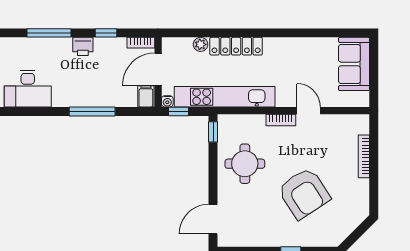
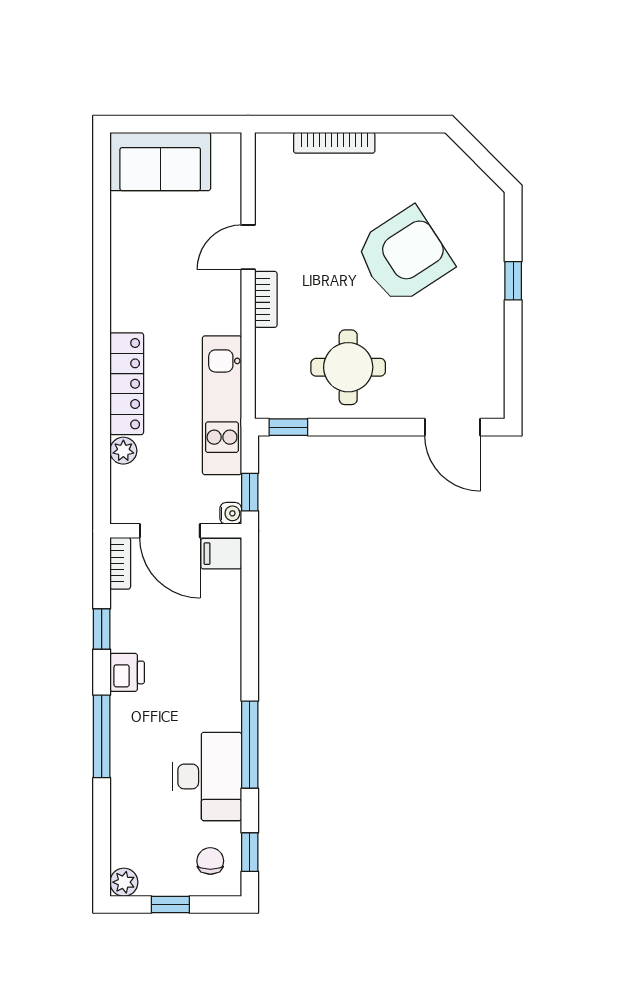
kitchen unit: (225, 97) -> (222, 405), width x0.73
window: (92, 111) -> (250, 745), moved

